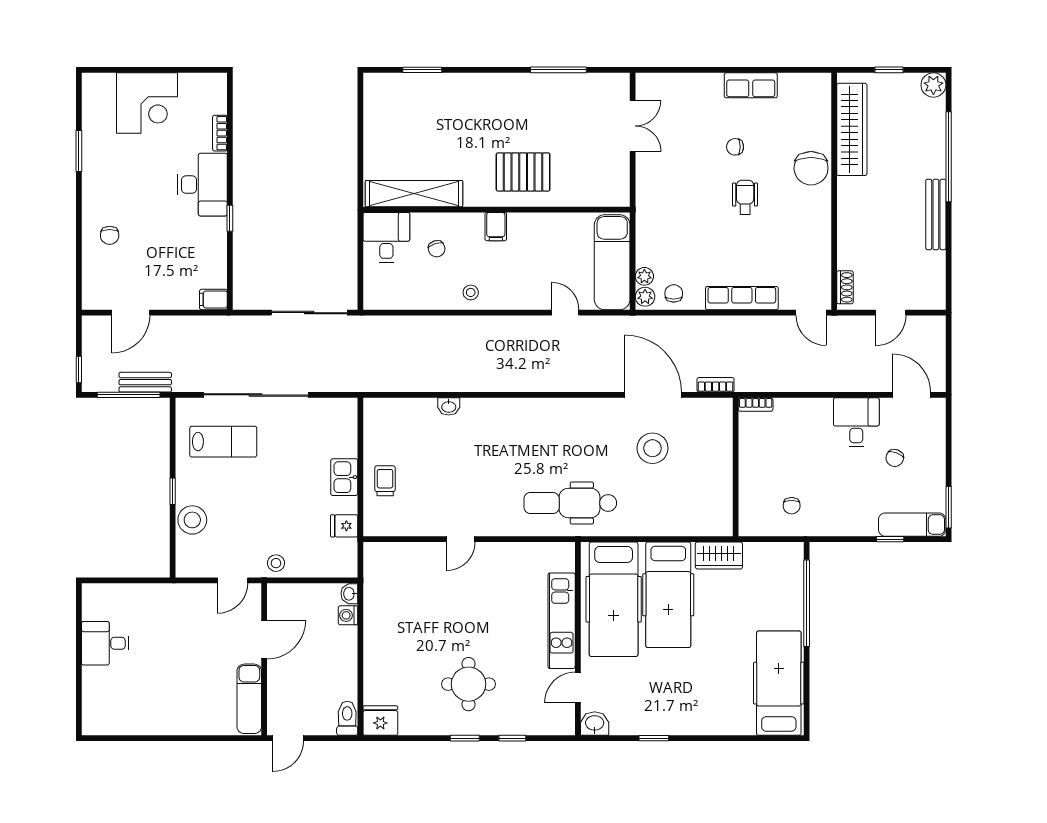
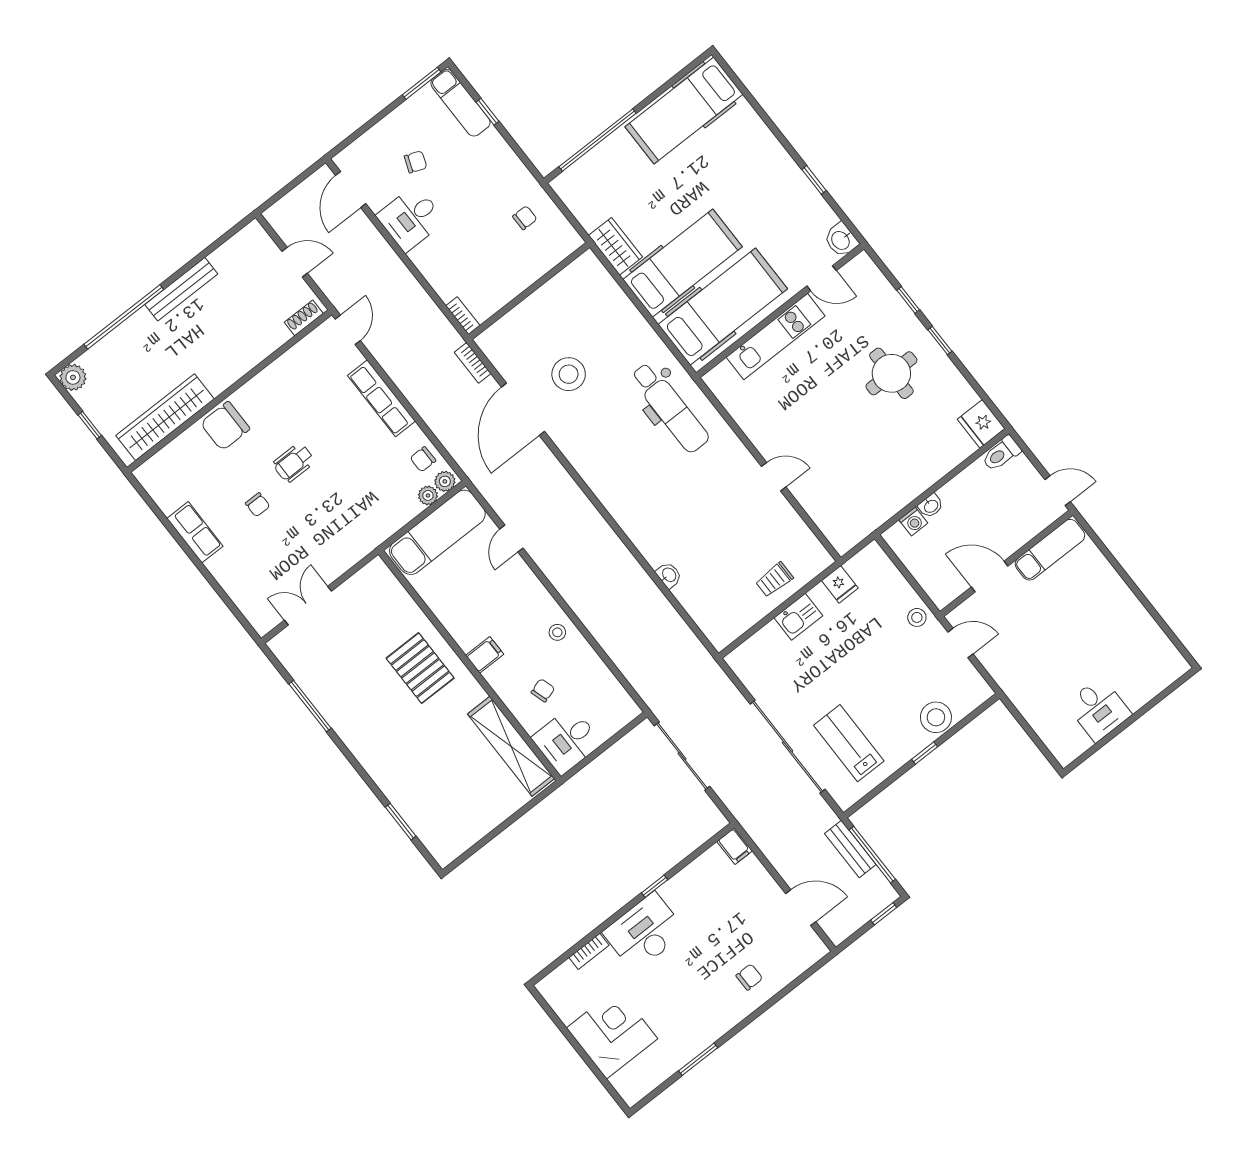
chair: (811, 168) -> (225, 426), turned 180
washbasin: (349, 594) -> (931, 506), moved

